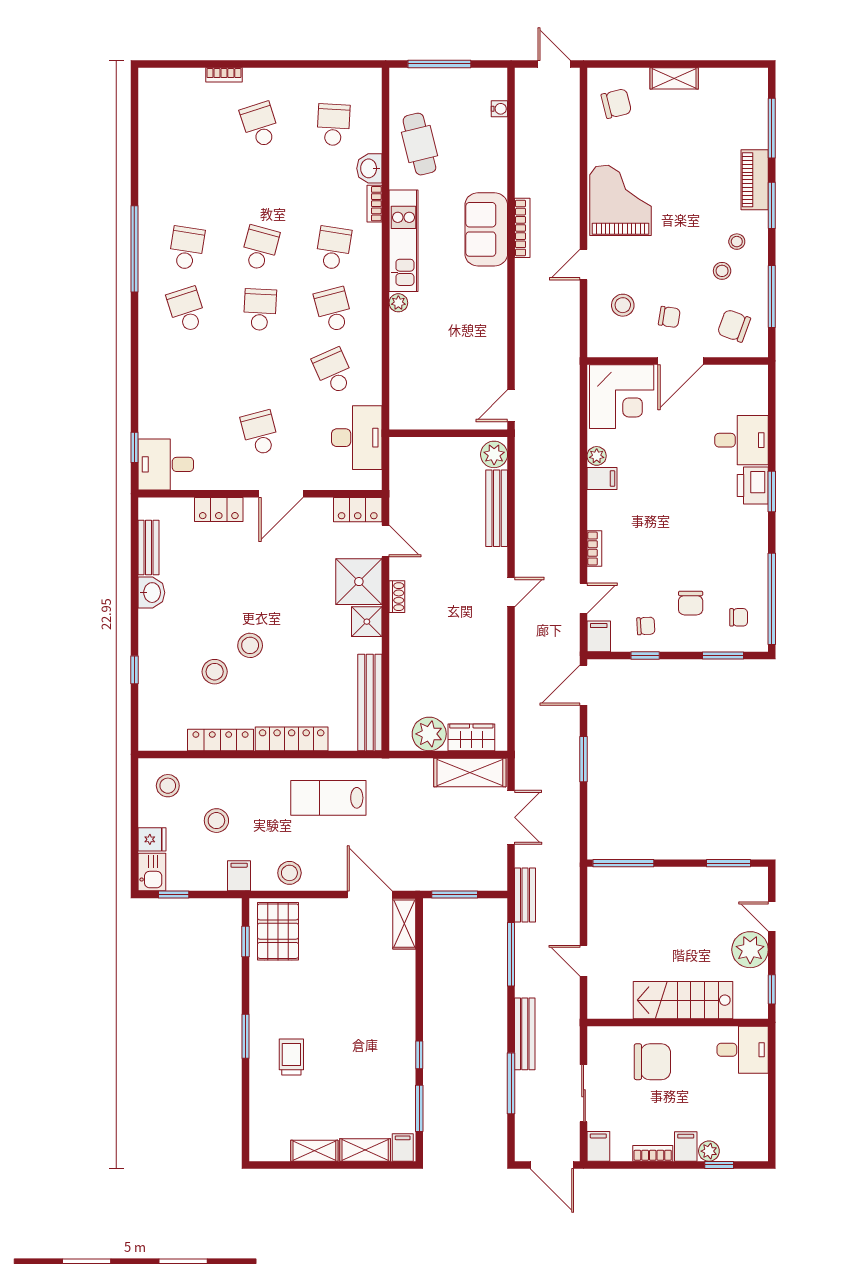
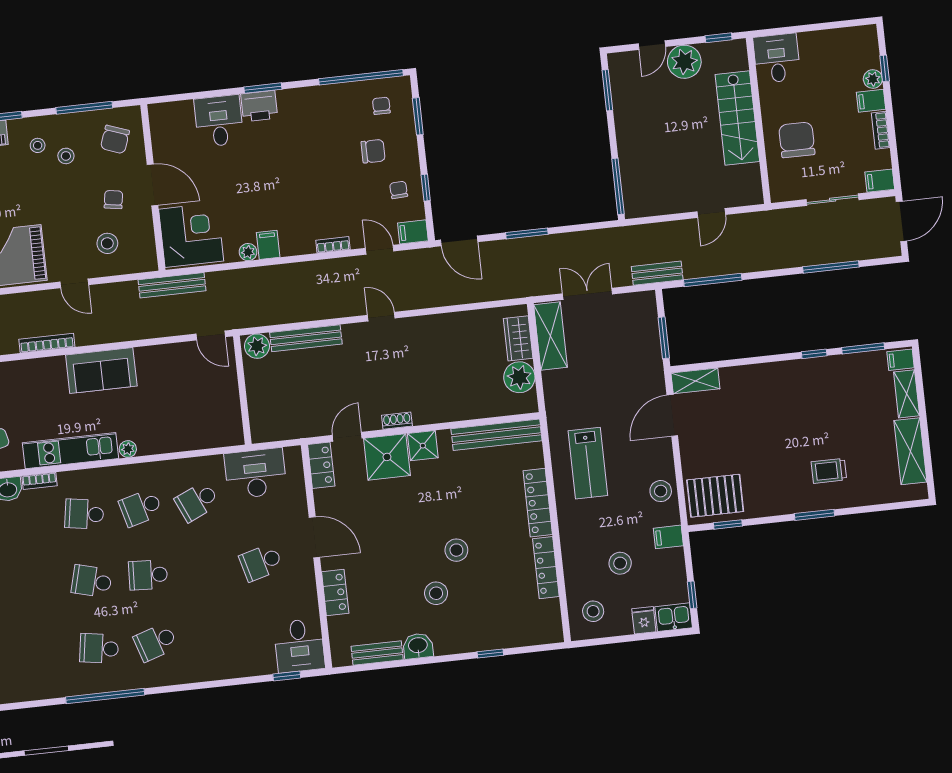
sofa: (486, 229) -> (101, 371), moved
stool: (215, 672) -> (436, 593), moved
bench: (525, 1034) -> (172, 285), moved
shelving: (314, 1151) -> (910, 451), width x1.50, depth x1.33

